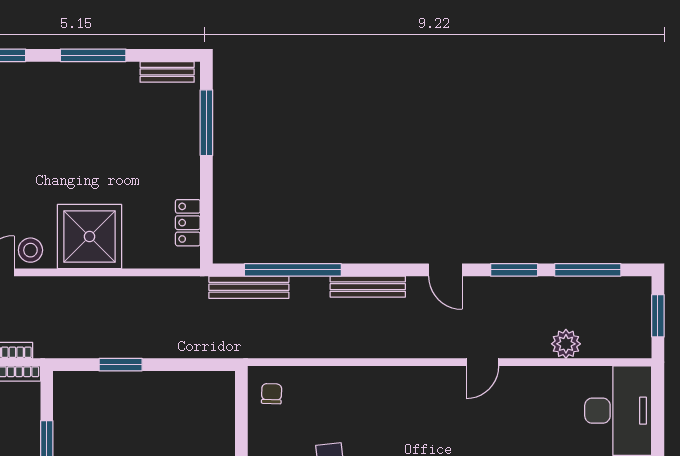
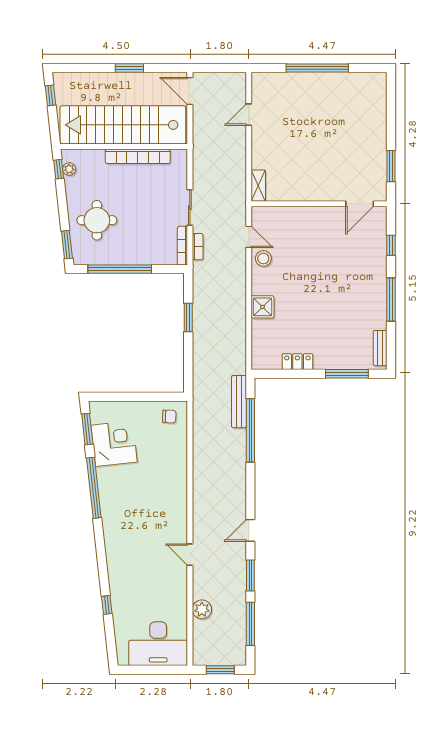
locker: (188, 223) -> (297, 362), moved
shower: (90, 237) -> (262, 307), width x0.54, depth x0.54
bench: (368, 287) -> (239, 480), removed

